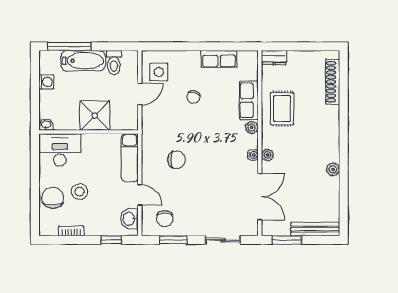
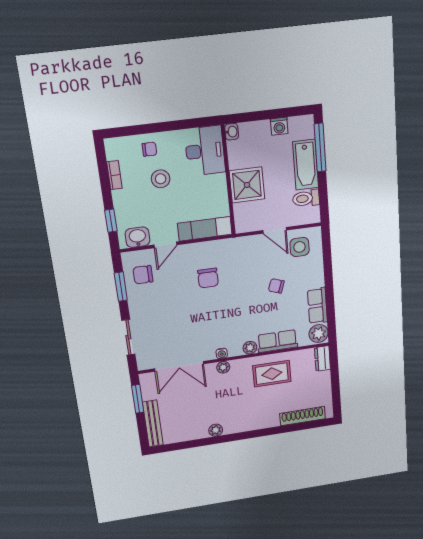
plant: (247, 60) -> (319, 333), added
chair: (53, 198) -> (149, 149), width x0.54, depth x0.54

